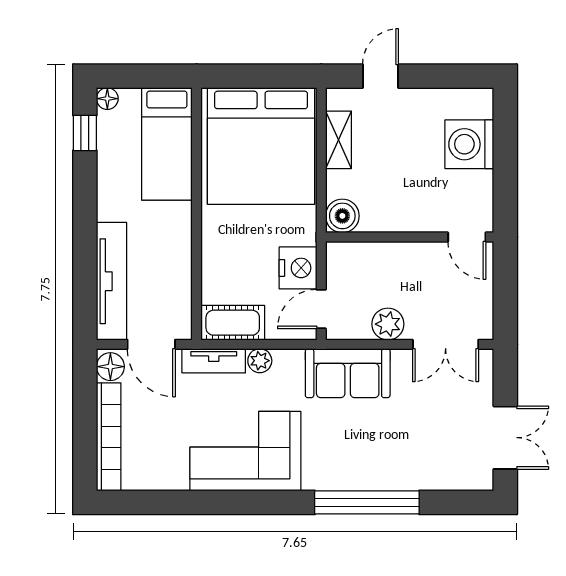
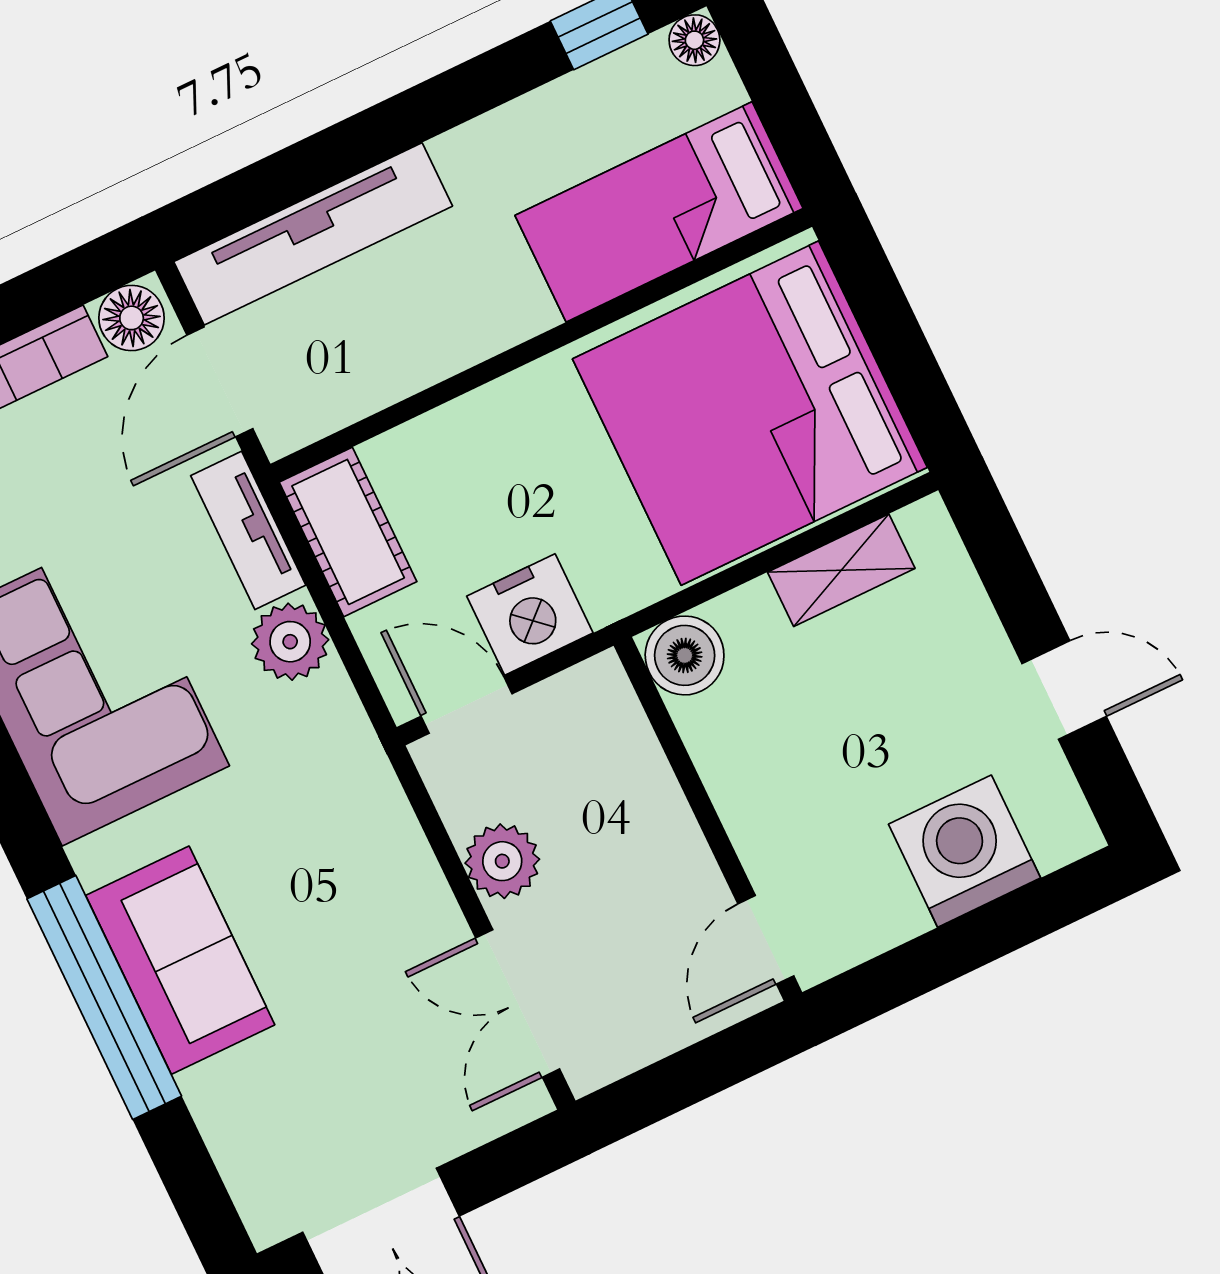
door: (380, 76) -> (1064, 690), moved
plant: (260, 361) -> (290, 642), width x1.38, depth x1.38
sofa: (348, 373) -> (180, 960), moved, turned 180

